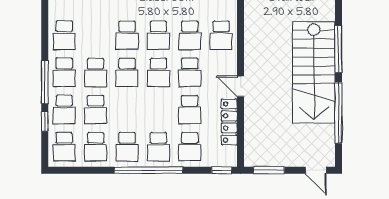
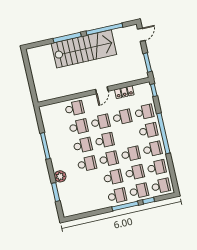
school desk: (64, 35) -> (131, 154), moved
locker: (229, 122) -> (124, 92), width x0.66

